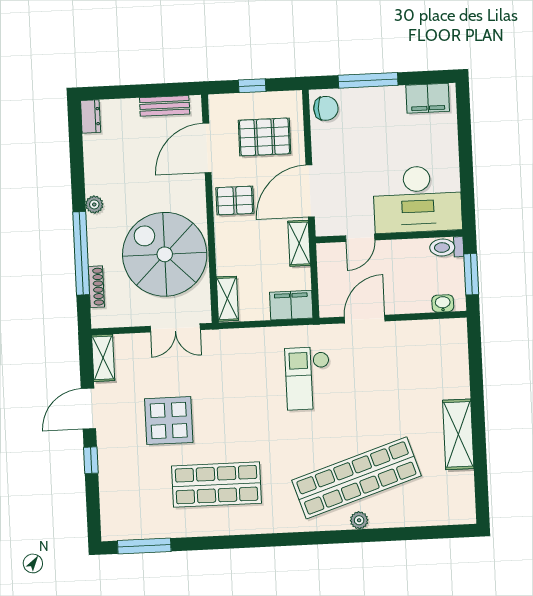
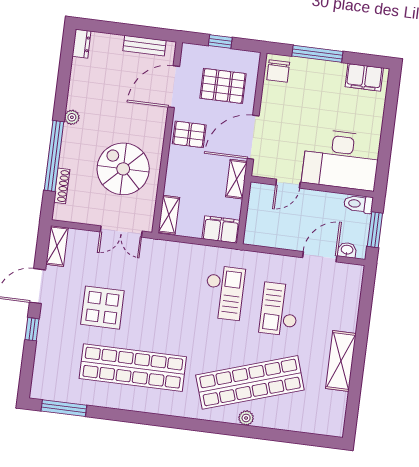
chair: (326, 108) -> (278, 71), turned 90
spiral stairs: (165, 254) -> (123, 169), width x0.73, depth x0.73
door: (365, 319) -> (320, 257), moved
checkout: (308, 378) -> (224, 293), turned 180
checkout: (376, 386) -> (280, 309), added
shop shelf: (216, 485) -> (133, 368), width x1.40

